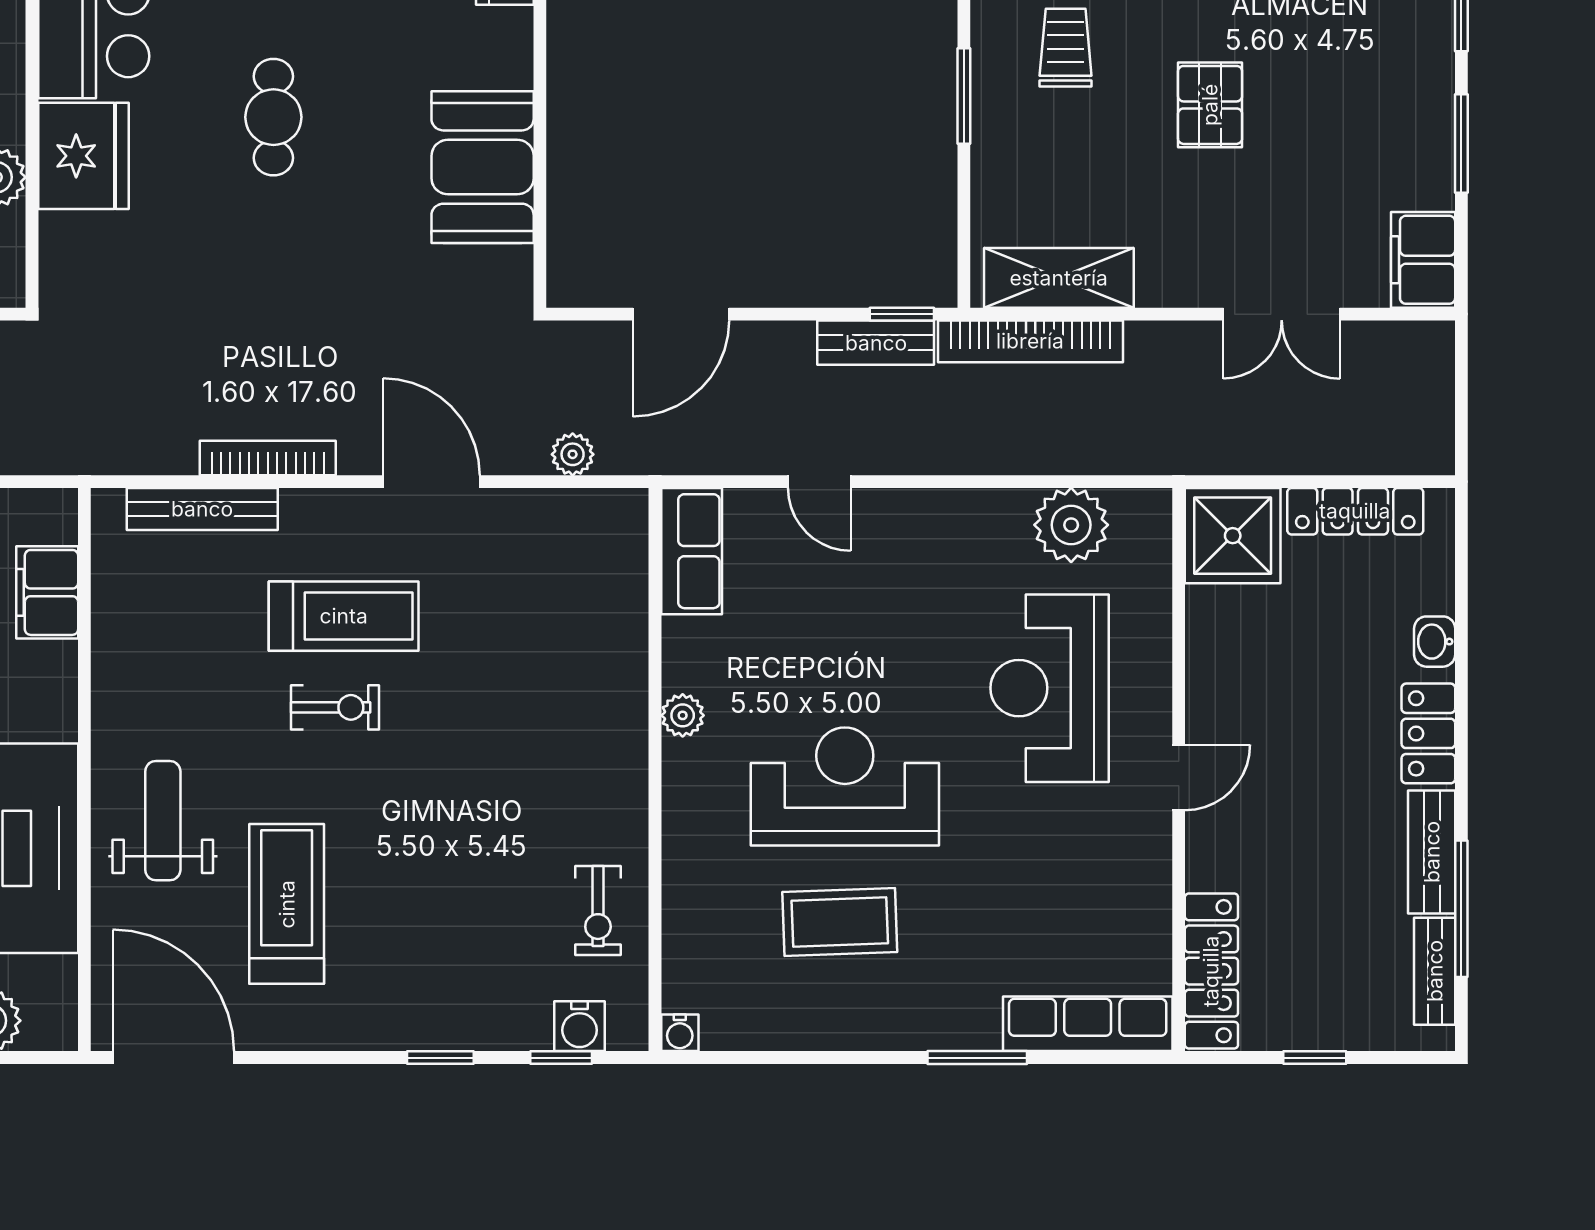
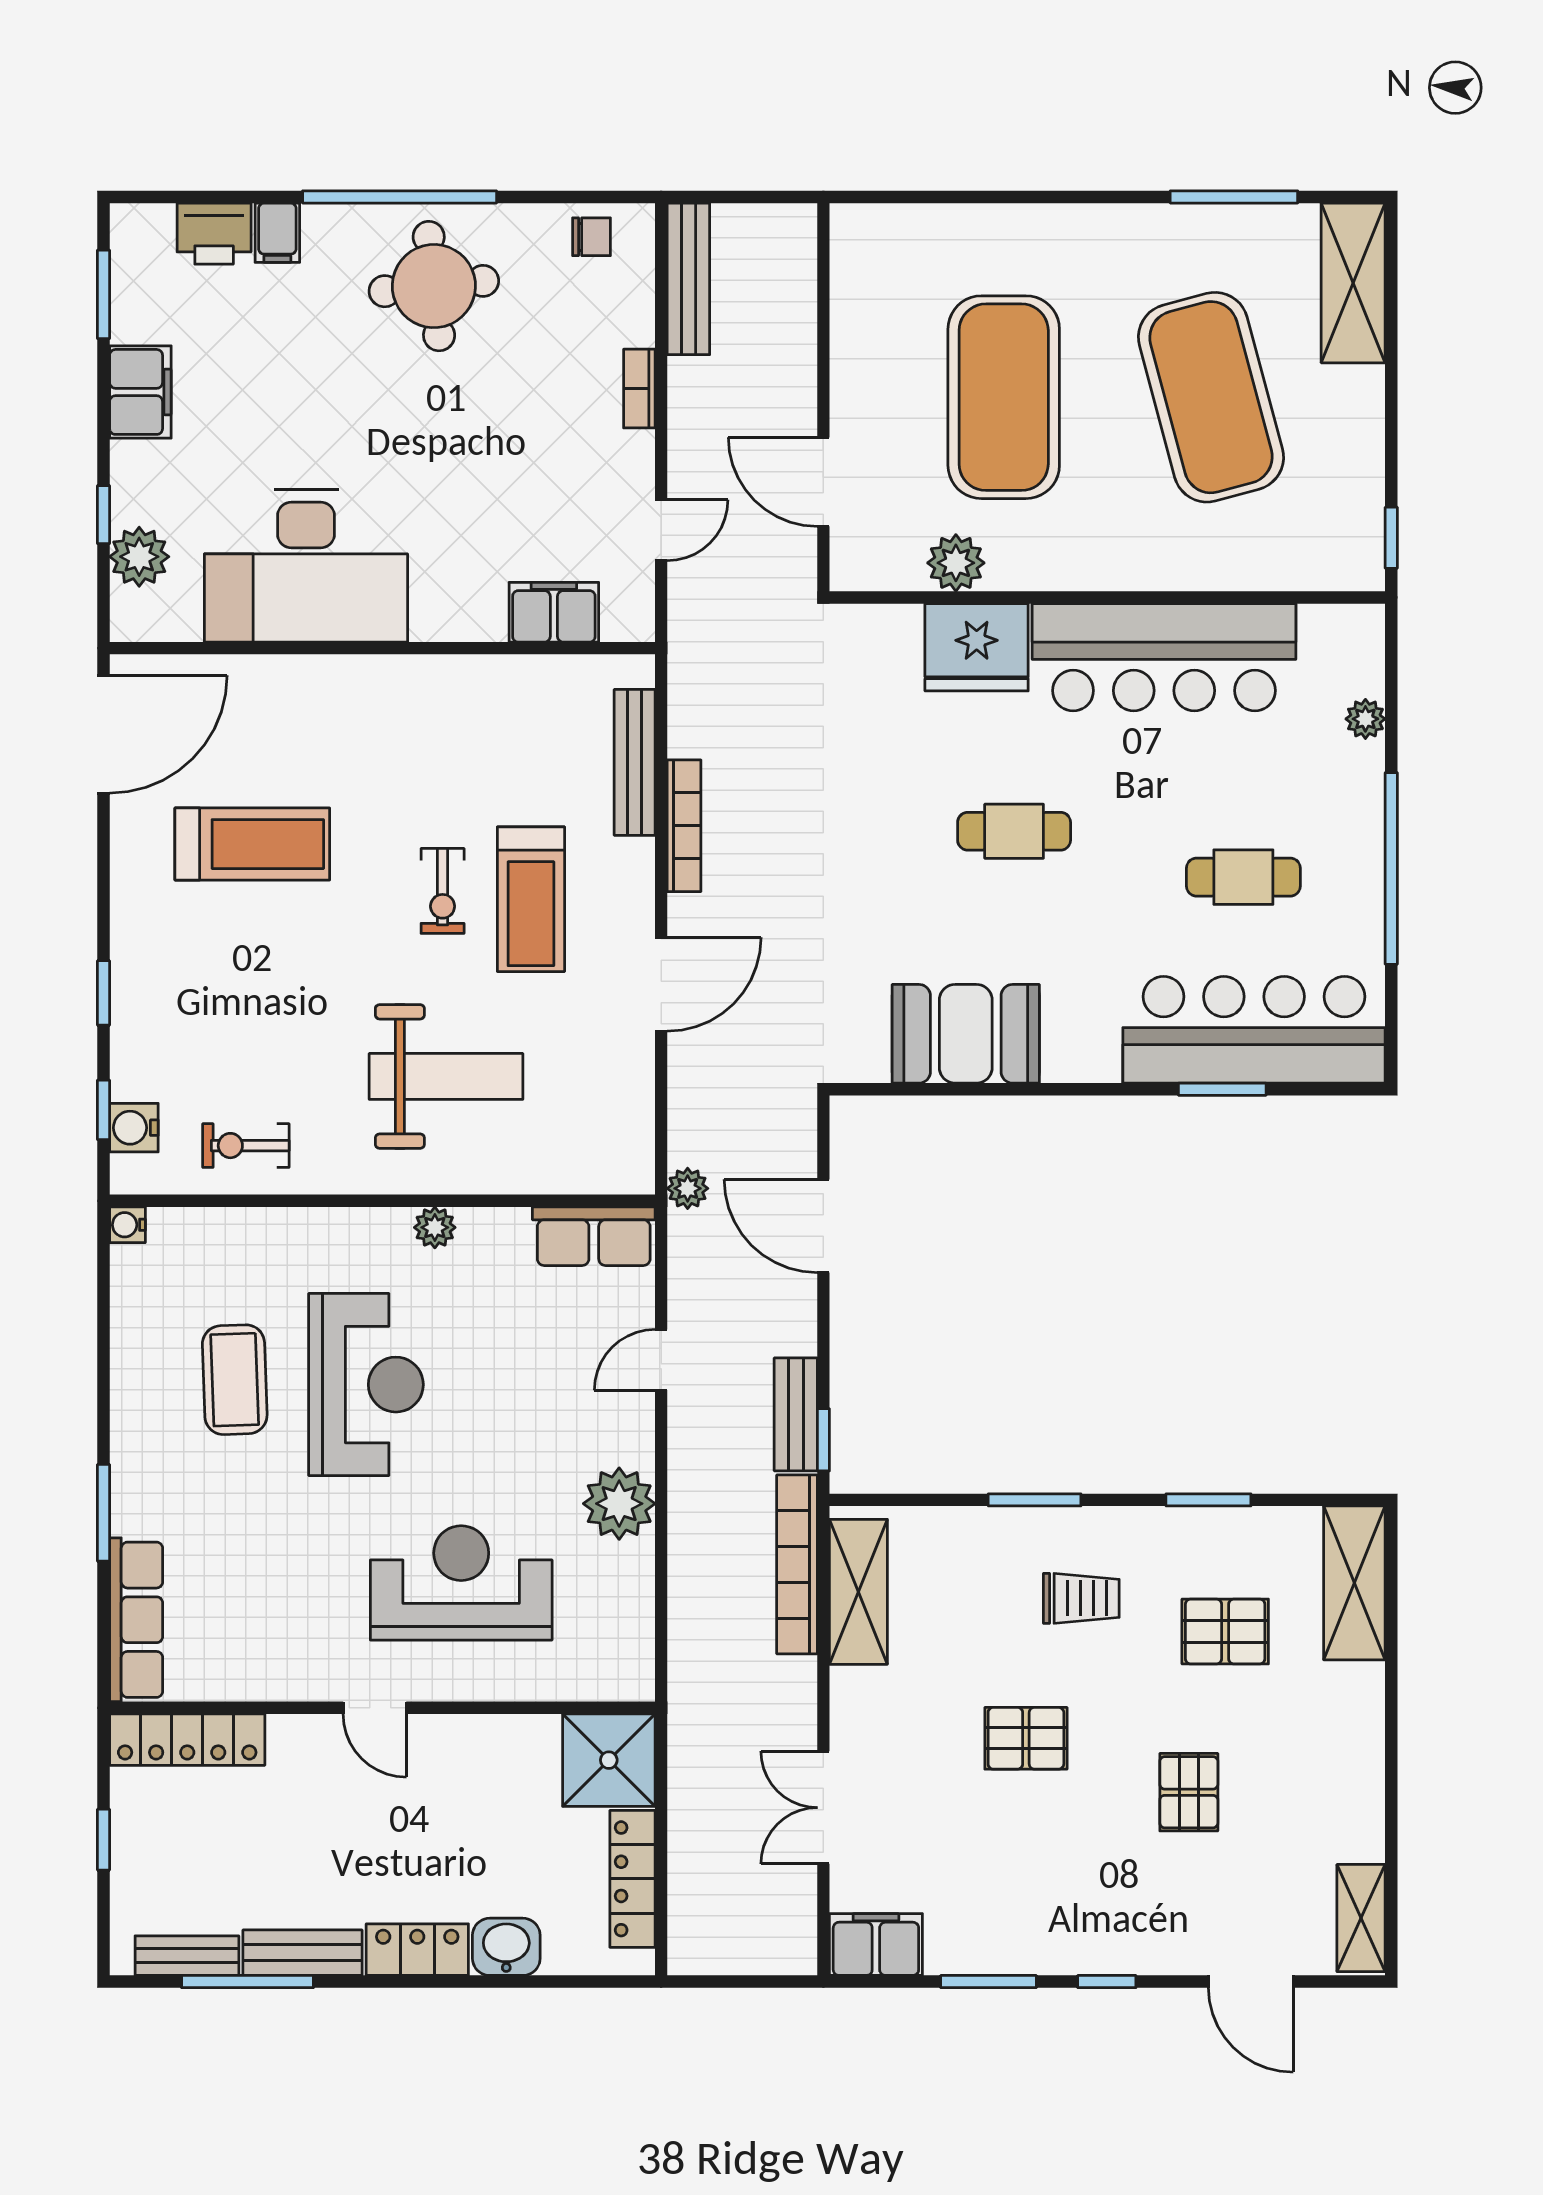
plant: (573, 454) -> (688, 1188), moved
plant: (1071, 525) -> (619, 1504), moved
washbasin: (1435, 642) -> (506, 1947), width x1.38, depth x1.45
weight bench: (163, 821) -> (446, 1076), moved, width x1.36, depth x1.33

